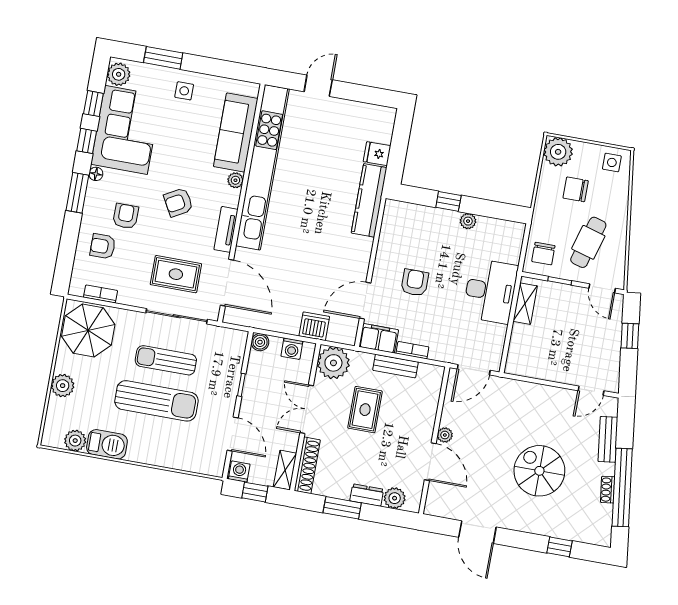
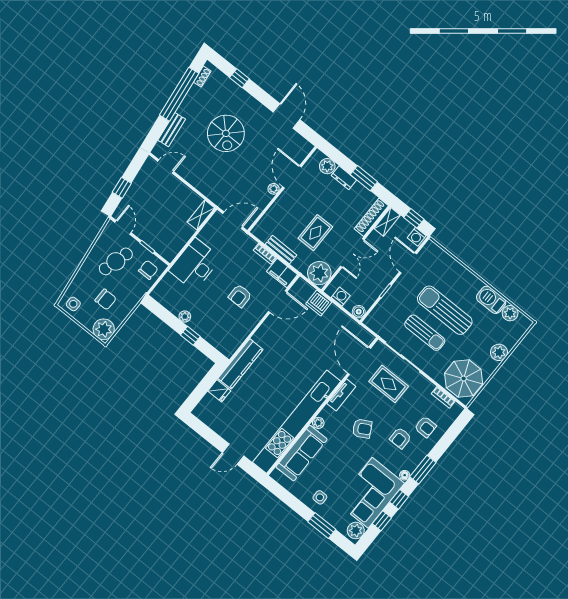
shelving: (525, 304) -> (201, 215), moved
shoe rack: (608, 490) -> (202, 77), moved

